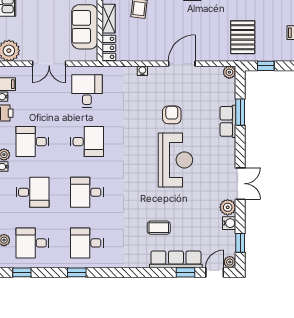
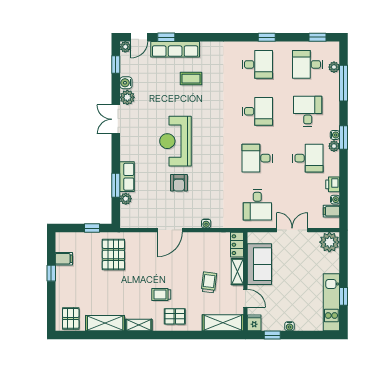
plant: (229, 72) -> (126, 199), moved
desk: (32, 192) -> (308, 111), turned 90
desk: (32, 243) -> (308, 64), turned 180

